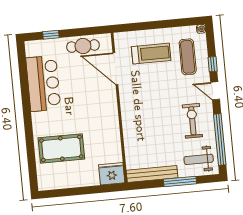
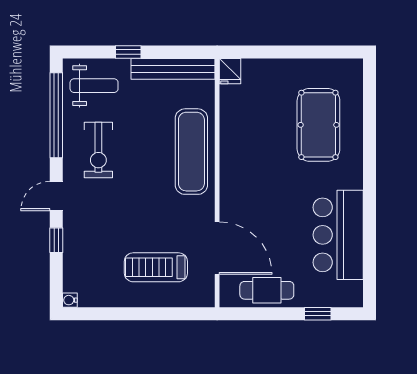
exercise mat: (188, 57) -> (191, 152), moved, width x1.36, depth x1.45
door: (215, 91) -> (56, 196), swing flipped
pool table: (61, 148) -> (318, 125), turned 90
fridge: (112, 174) -> (230, 71), width x0.53, depth x0.75
window: (180, 182) -> (128, 52), width x0.46

